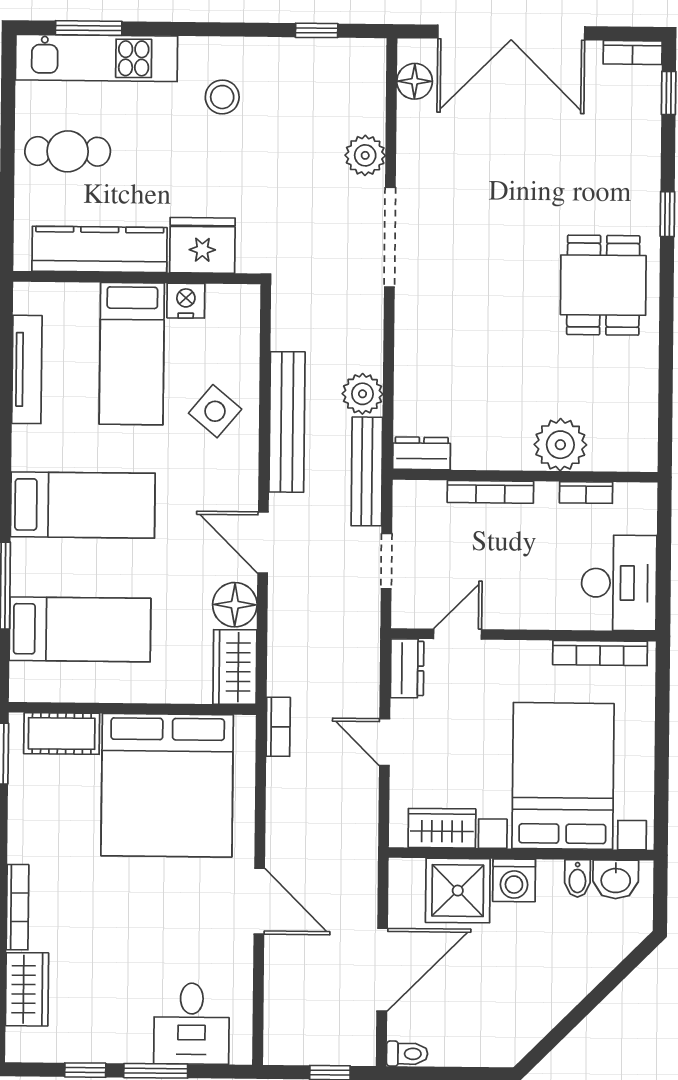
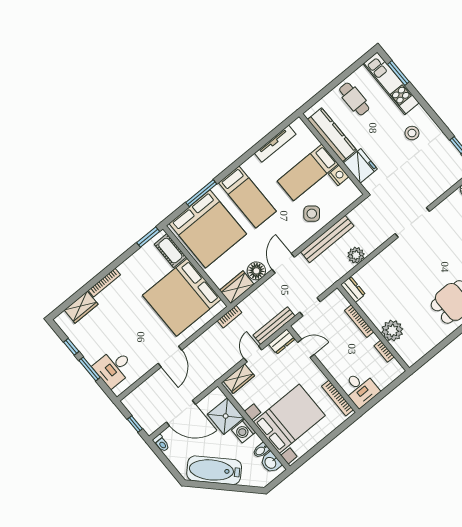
plant: (365, 155) -> (431, 193), removed
bench: (367, 471) -> (274, 326), moved
desk: (619, 583) -> (360, 389), width x0.73
bed: (80, 629) -> (208, 229), width x2.04
wardrobe: (442, 828) -> (239, 379), moved, turned 90
bathtub: (541, 997) -> (214, 470), added

